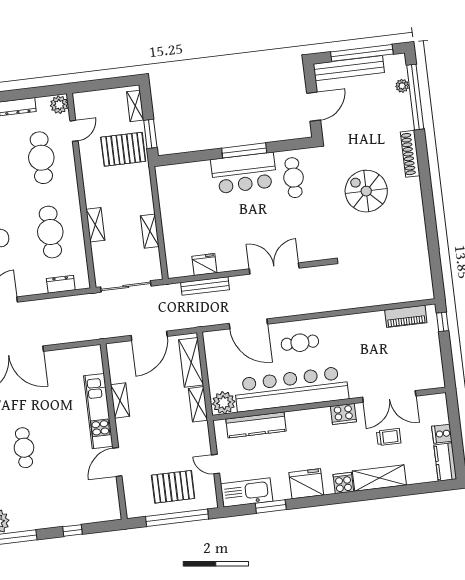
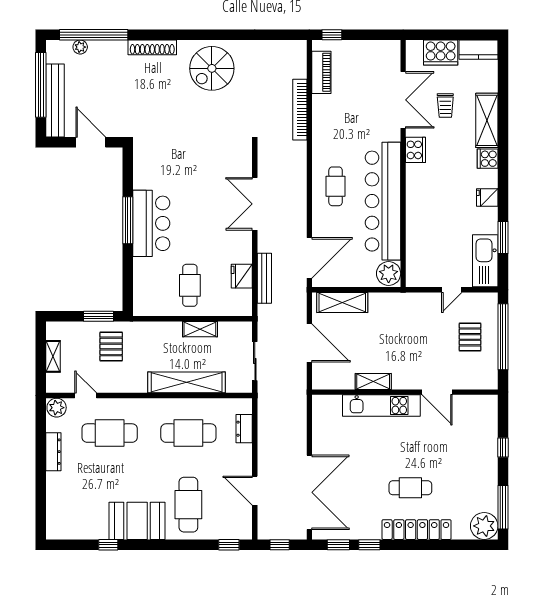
shelving: (135, 106) -> (53, 356), moved, turned 90
pallet: (123, 149) -> (111, 346), width x0.67, depth x0.71
cafe table: (294, 178) -> (190, 285), moved, turned 90
spiral stairs: (366, 191) -> (212, 68), moved
shelving: (95, 225) -> (187, 382), width x2.20, depth x1.33
sliding door: (126, 286) -> (255, 361), width x0.73
bookcase: (368, 300) -> (300, 110), added
door: (248, 324) -> (309, 258), moved
shelving: (198, 404) -> (387, 300), removed
kitchen counter: (256, 425) -> (416, 243), removed
cooker: (442, 434) -> (441, 53), width x1.87, depth x1.31
trolley: (389, 437) -> (445, 106), turned 180
fridge: (306, 484) -> (487, 197), width x0.53, depth x0.75
pallet: (173, 487) -> (470, 337), width x0.67, depth x0.71

